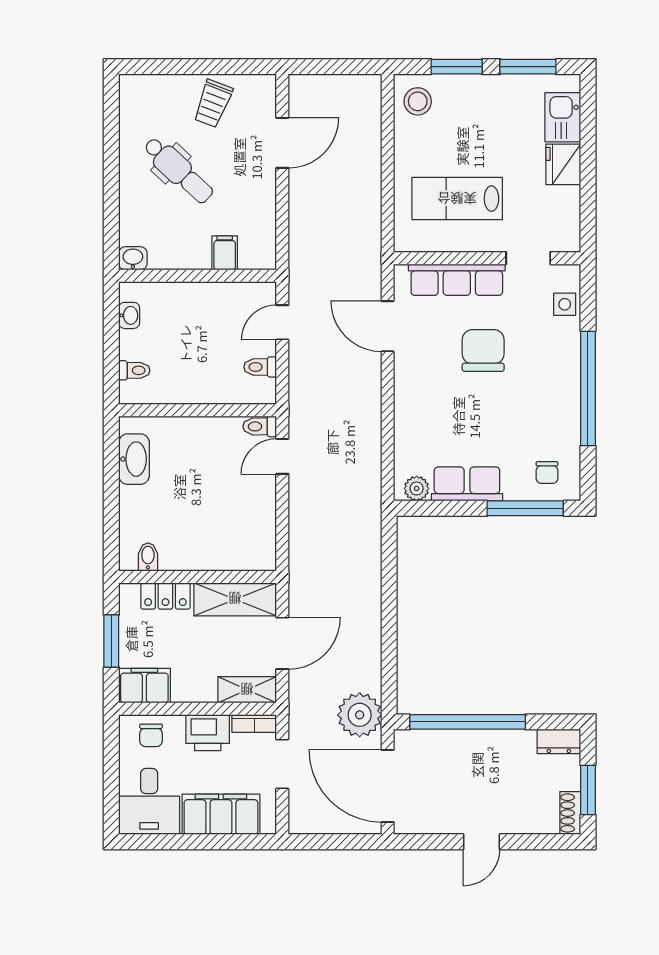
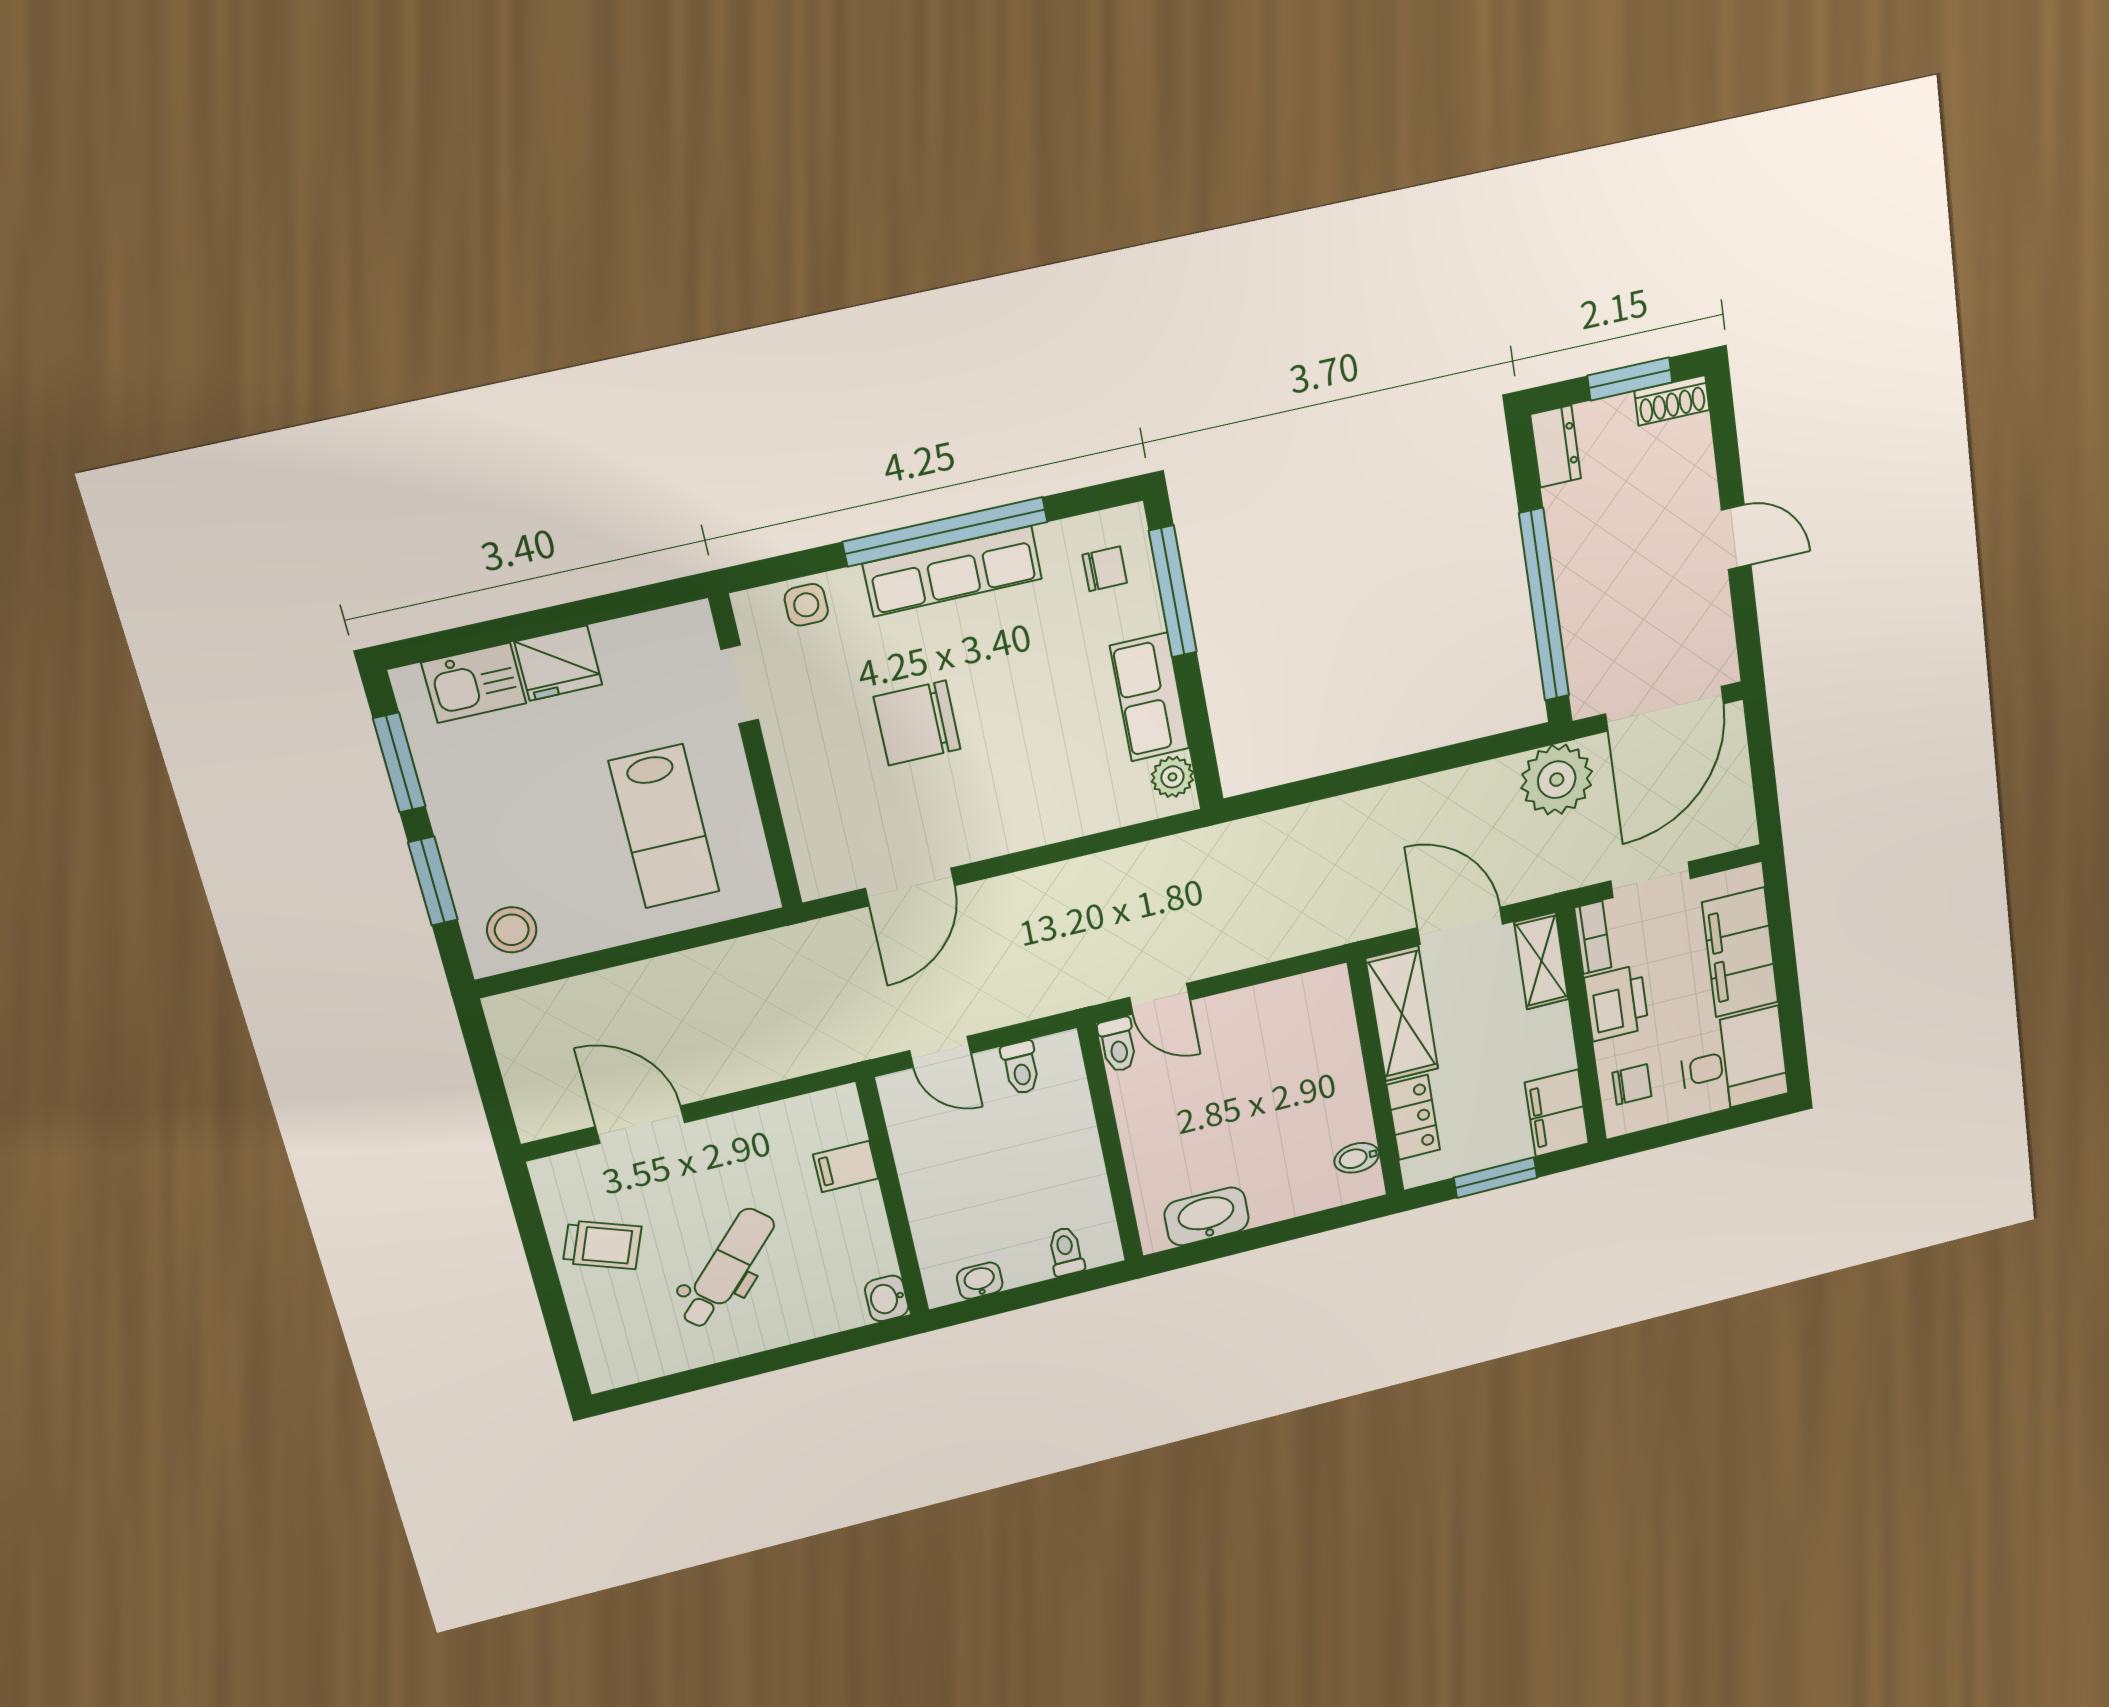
row of seats: (457, 280) -> (953, 571), moved, turned 90

